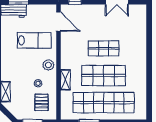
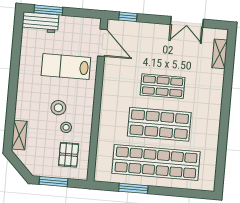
lab bench: (34, 40) -> (66, 66), turned 180
stool: (48, 65) -> (58, 108), moved
shelving: (65, 80) -> (220, 54), moved

